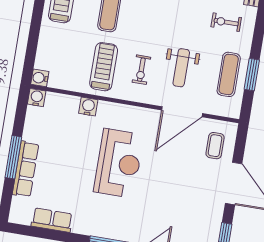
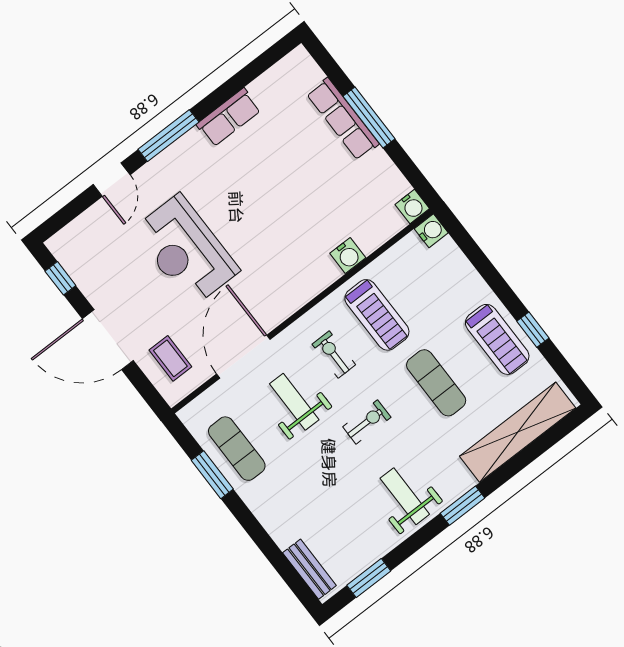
exercise bike: (226, 22) -> (367, 422), moved
reception desk: (119, 163) -> (186, 250), moved
row of seats: (52, 220) -> (229, 117), moved

